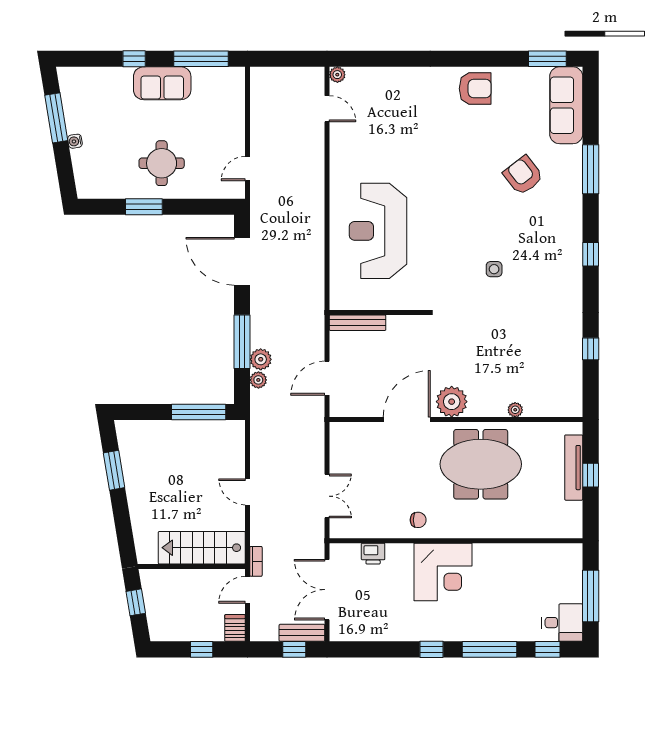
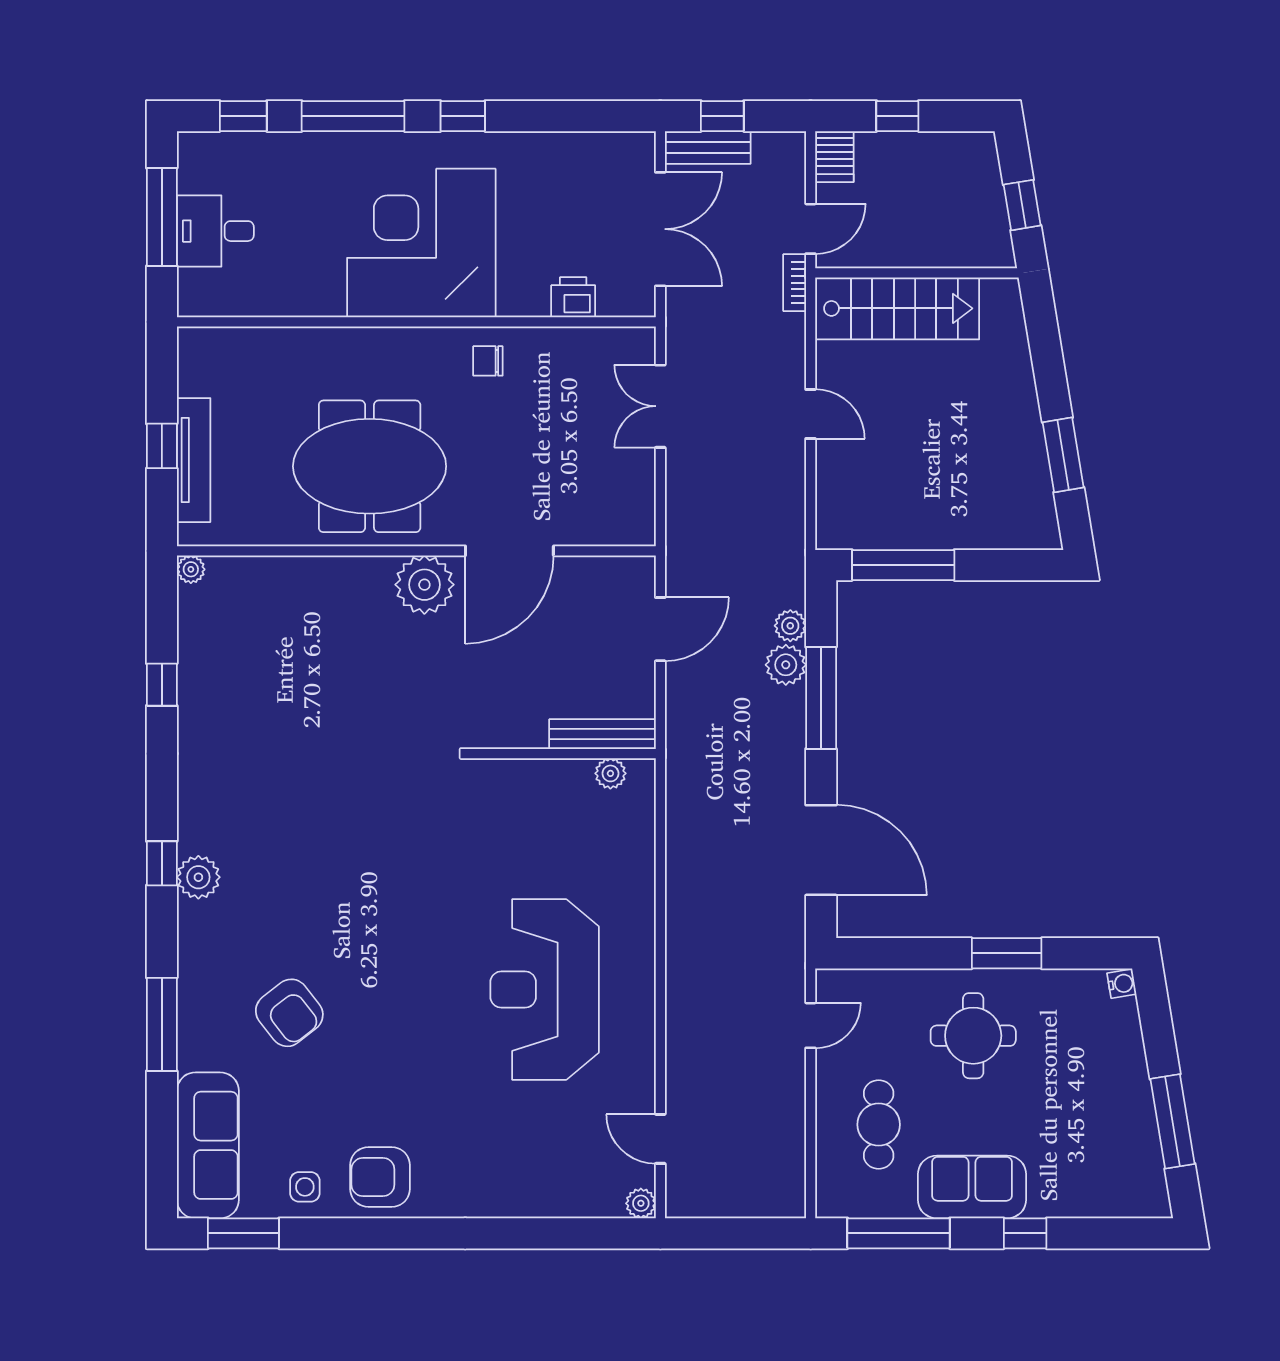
cafe table: (212, 116) -> (879, 1125), added
water cooler: (75, 141) -> (1122, 984), moved
reception desk: (378, 231) -> (545, 990), moved, turned 180
plant: (571, 247) -> (198, 877), added
side table: (494, 269) -> (305, 1187), moved
plant: (353, 302) -> (610, 773), added
plant: (515, 410) -> (191, 569), moved
corner desk: (443, 572) -> (421, 243), width x1.36, depth x1.36
desk: (562, 623) -> (215, 231), moved

